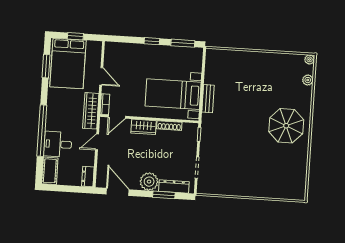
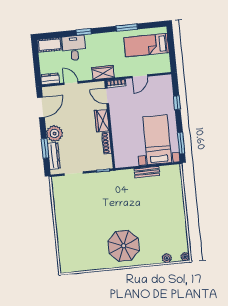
window: (75, 36) -> (171, 48), removed
window: (152, 41) -> (177, 103), moved
bed: (68, 63) -> (146, 45), width x0.67
window: (46, 66) -> (127, 28), moved
bed with nightstands: (173, 94) -> (157, 140), moved
bench: (208, 99) -> (147, 172), moved
wardrobe: (91, 111) -> (103, 73), width x0.67
window: (42, 131) -> (84, 32), width x0.32
door: (97, 142) -> (71, 83), moved

